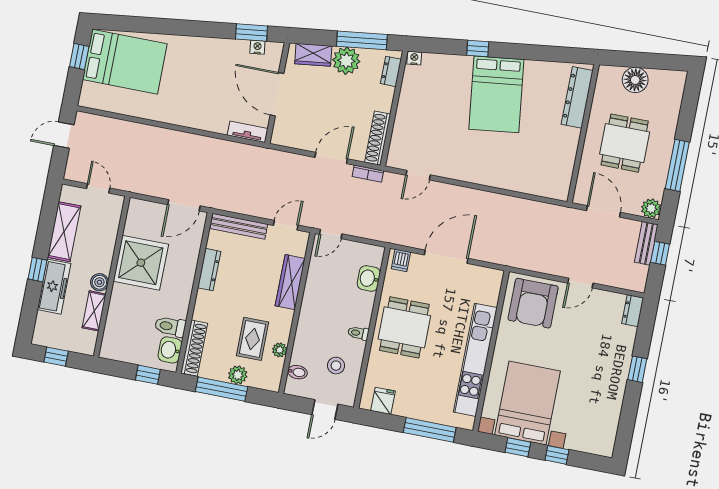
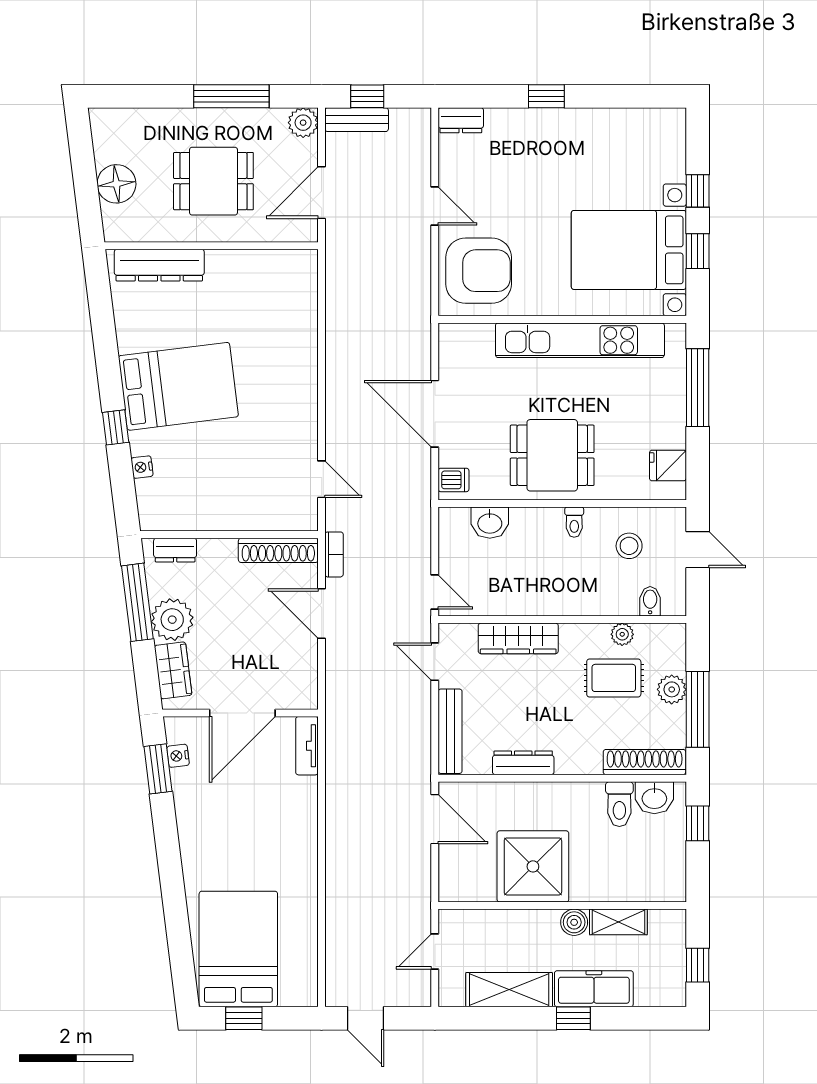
nightstand: (414, 58) -> (142, 467), moved

